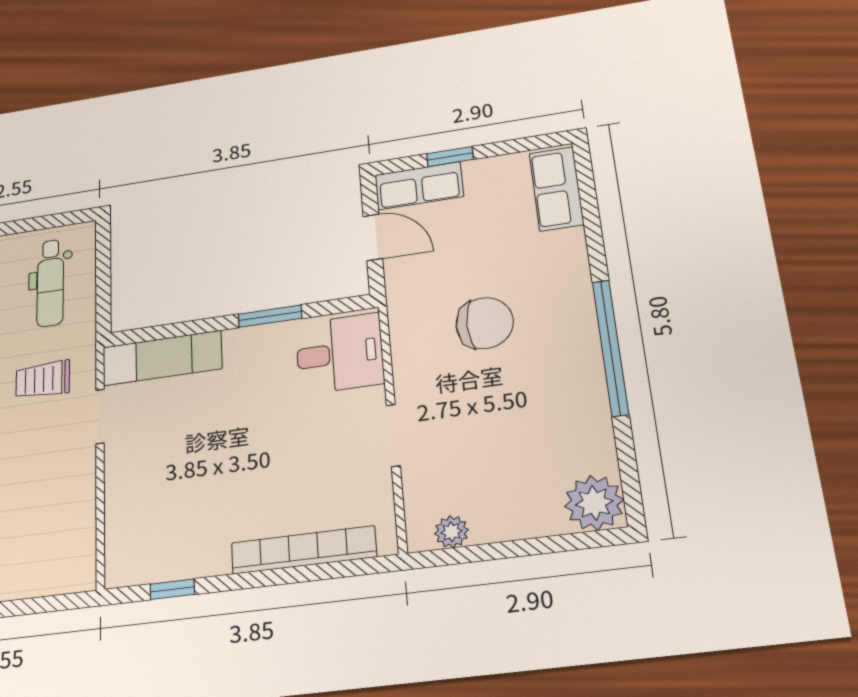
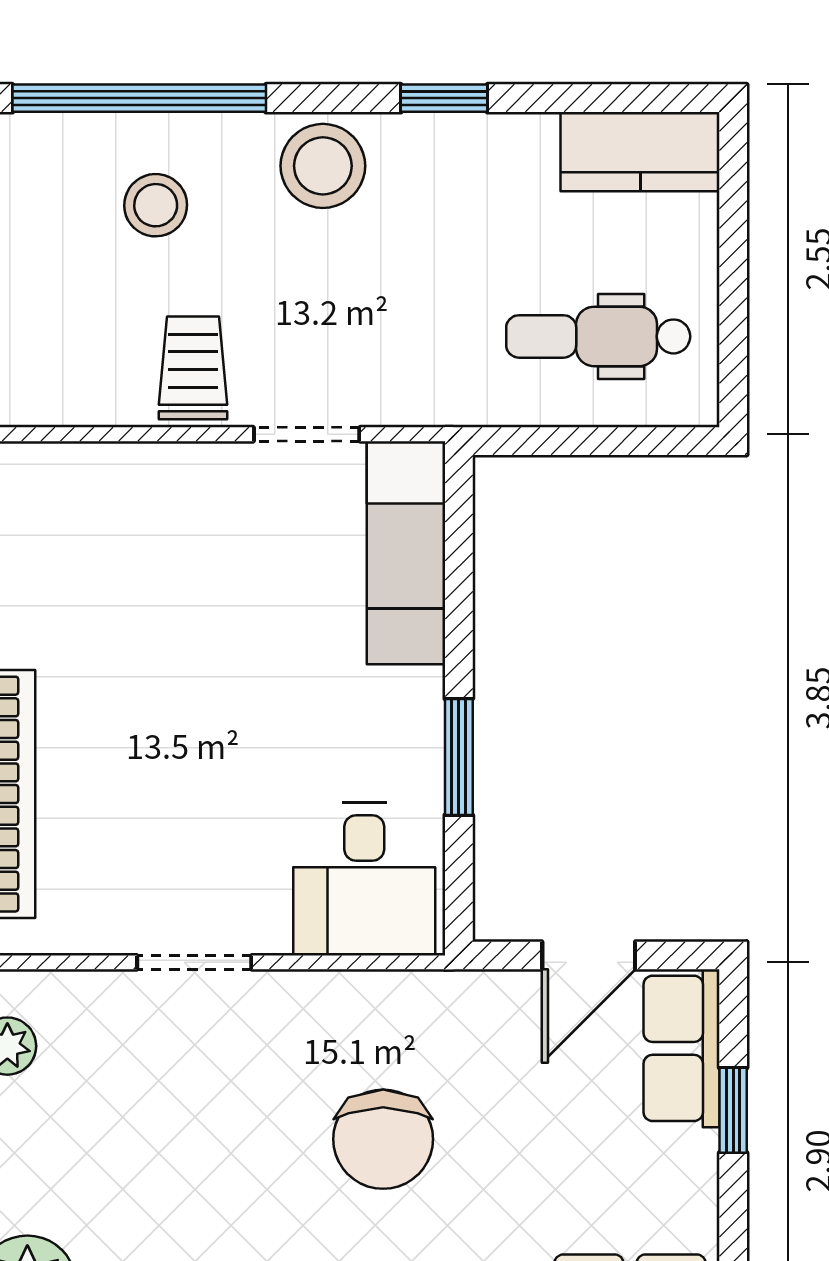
trolley: (43, 380) -> (193, 368), moved

